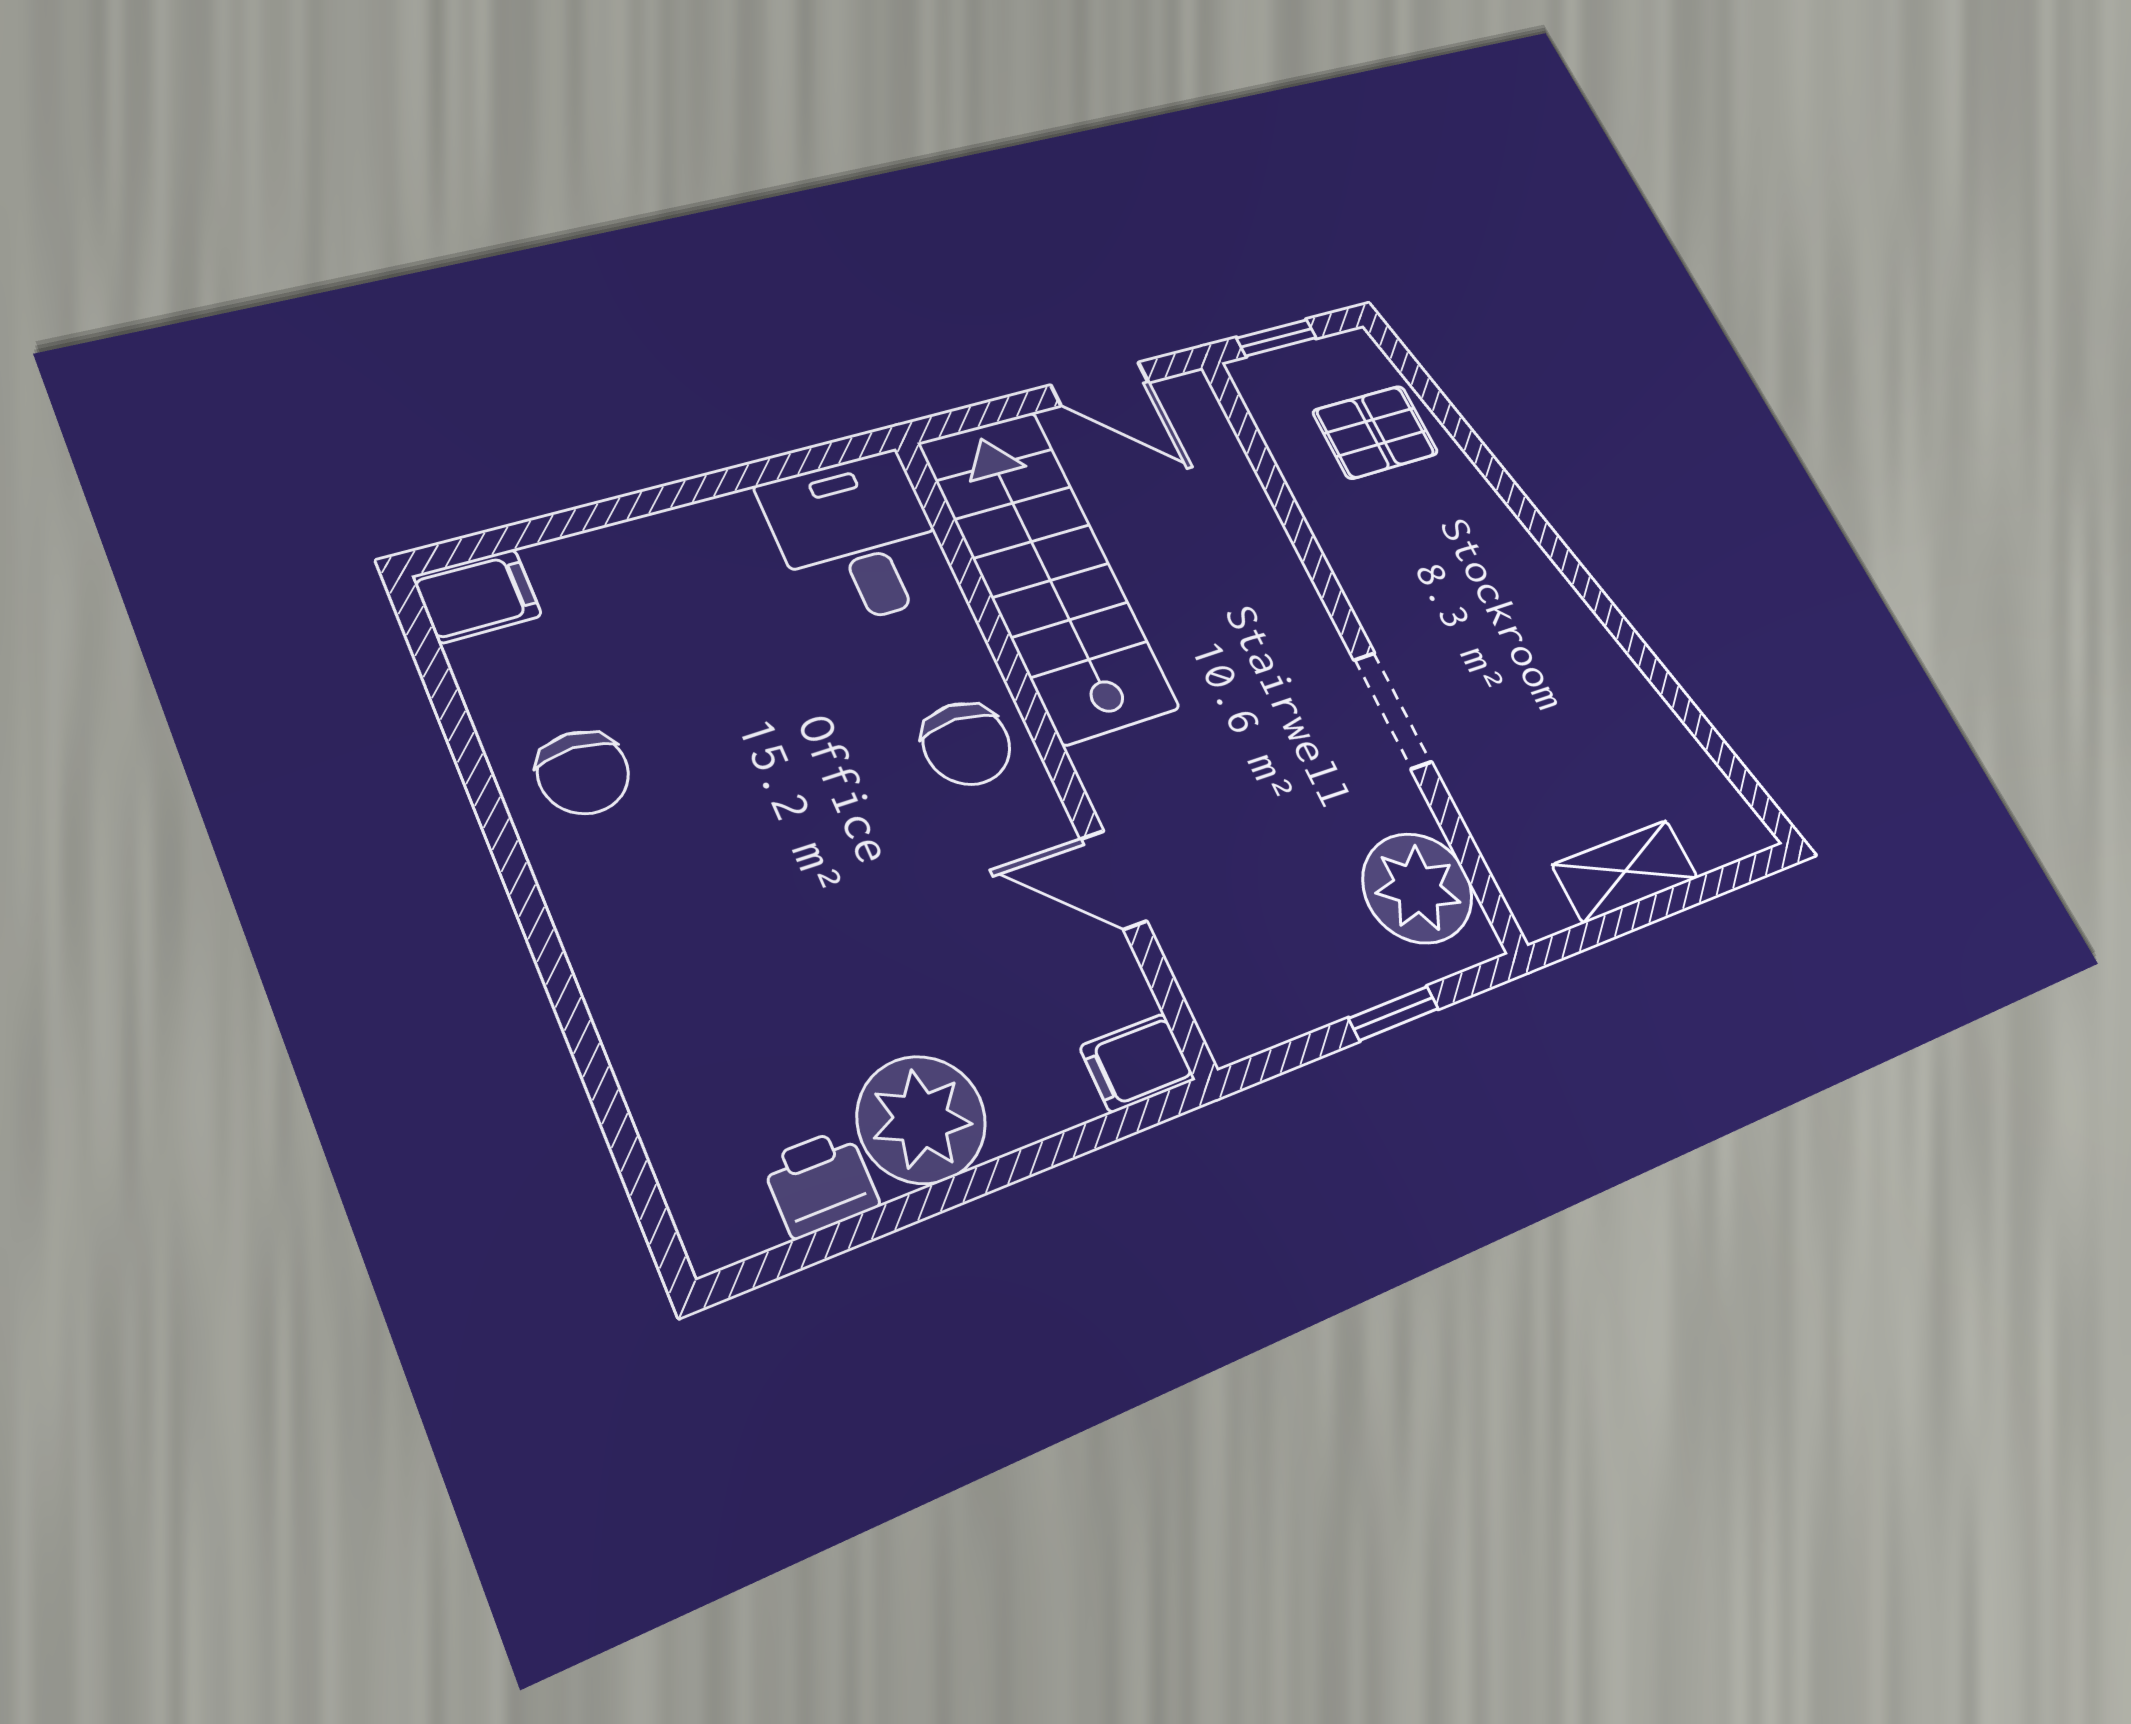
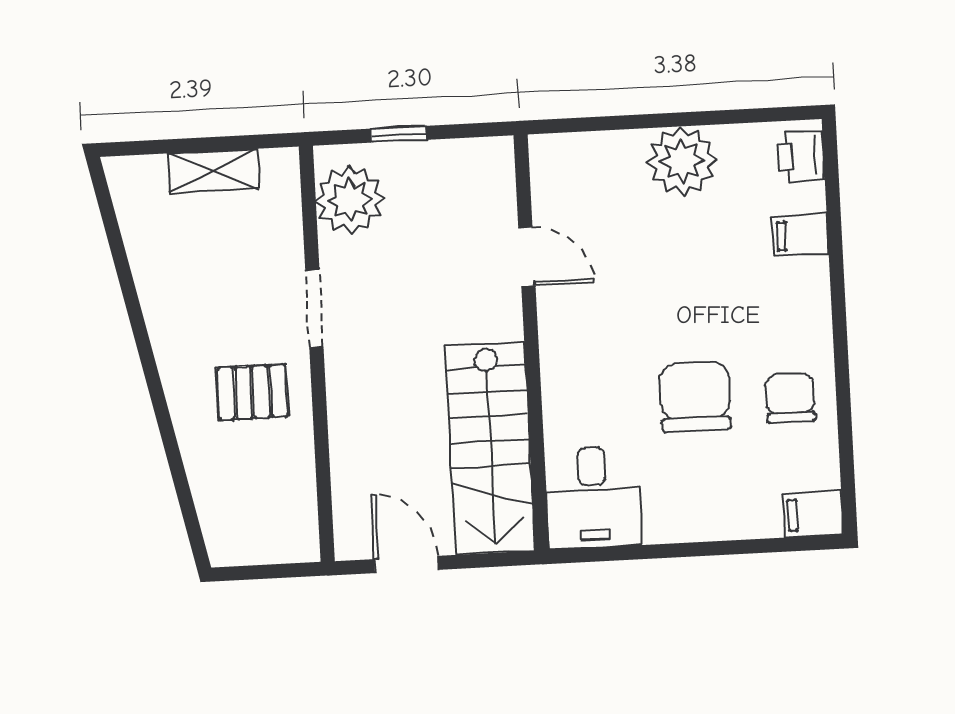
window: (1276, 338) -> (276, 571), removed
pallet: (1375, 432) -> (252, 392), moved
chair: (966, 744) -> (695, 397), moved, width x1.37, depth x1.37
filing cabinet: (1137, 1063) -> (800, 235), moved, turned 180
printer: (821, 1183) -> (801, 156), moved, turned 90

